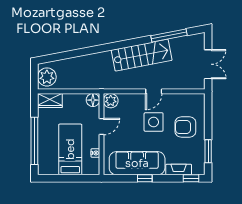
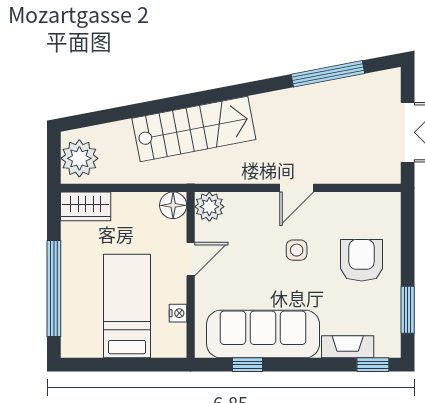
stairs: (142, 55) -> (194, 129), moved
side table: (154, 122) -> (297, 250), width x0.54, depth x0.54
armchair: (185, 127) -> (362, 260), turned 90
window: (145, 178) -> (248, 365), moved

